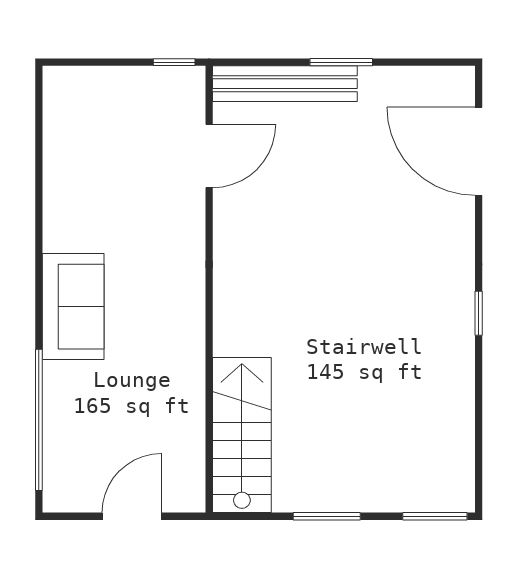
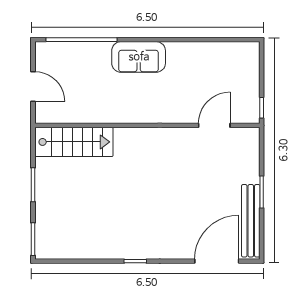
bench: (285, 84) -> (251, 221), moved
door: (209, 156) -> (214, 125), swing flipped

